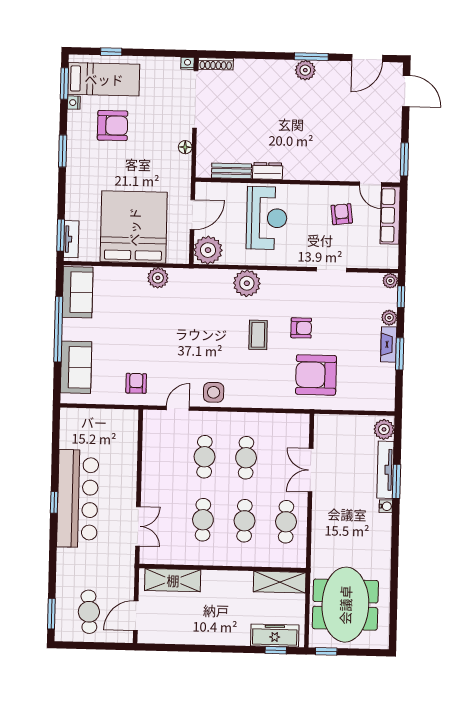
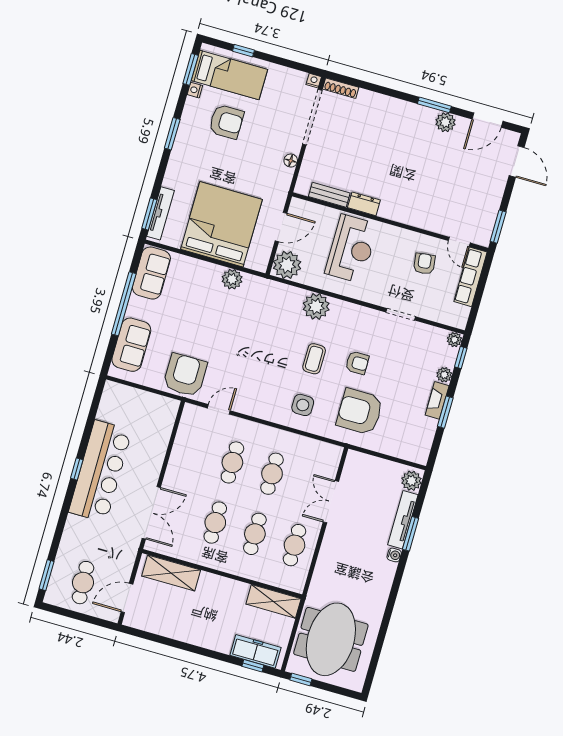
plant: (305, 70) -> (445, 122), moved
tv unit: (71, 239) -> (161, 213), width x1.41
armchair: (136, 383) -> (185, 375), width x1.88, depth x1.88
side table: (214, 392) -> (303, 405), moved
double door: (138, 526) -> (151, 513), width x1.37

